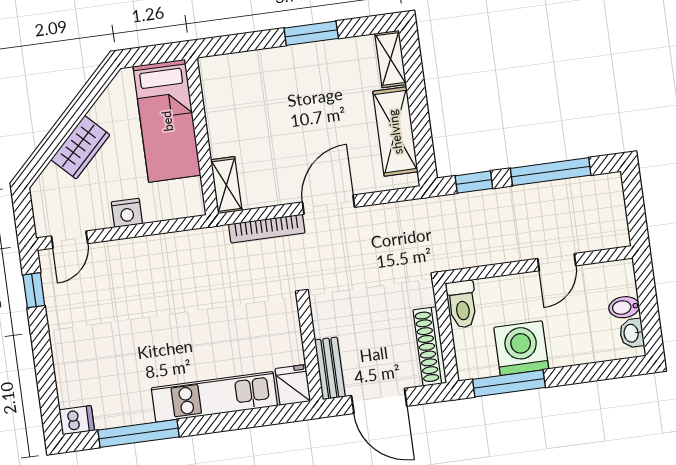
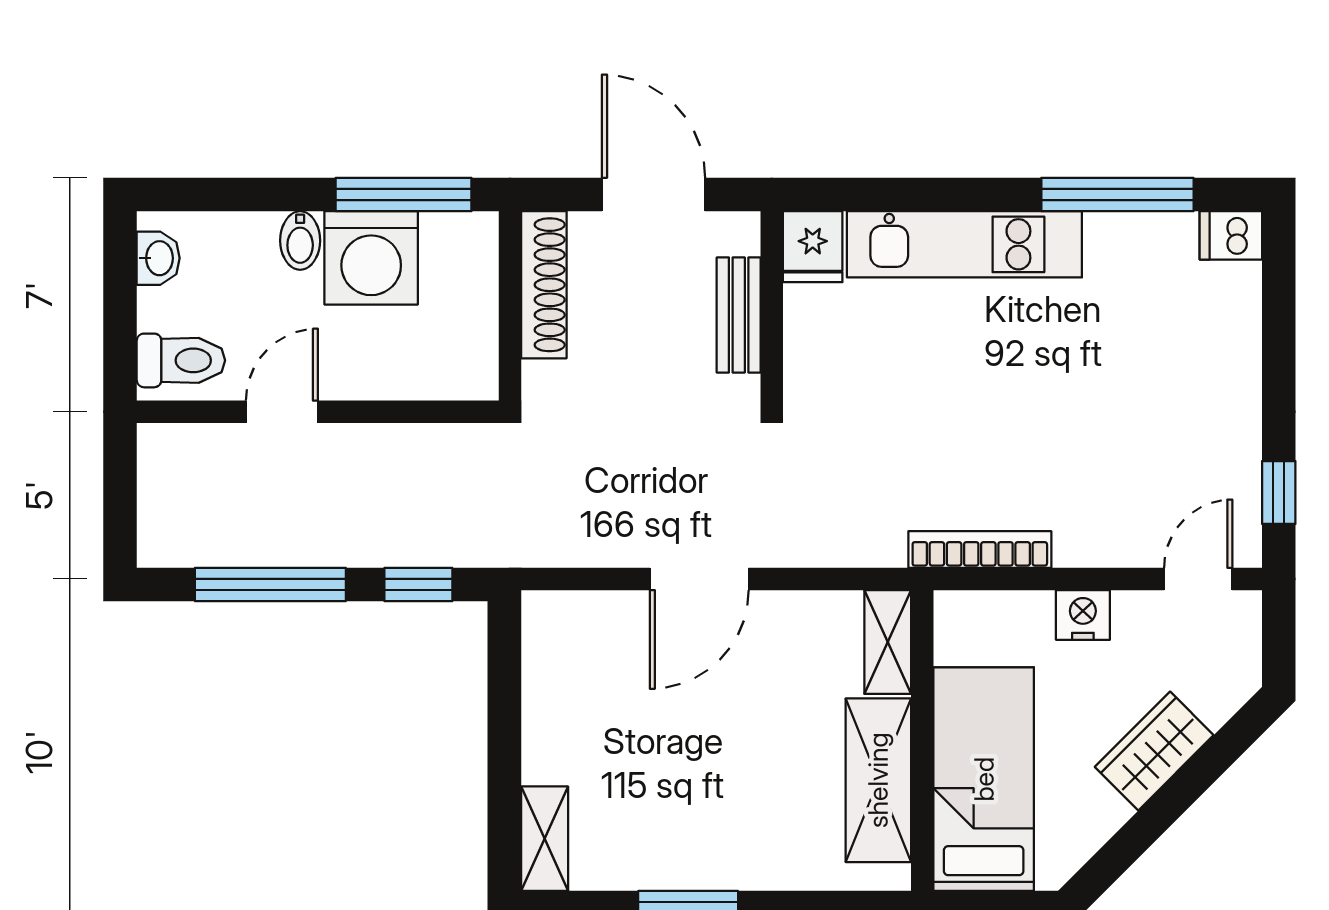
shelving: (395, 132) -> (878, 780), moved
bookcase: (267, 229) -> (980, 549), moved
toilet: (462, 304) -> (181, 360), moved, turned 90
bidet: (624, 307) -> (300, 241), moved, turned 90
bench: (330, 368) -> (739, 315), moved

